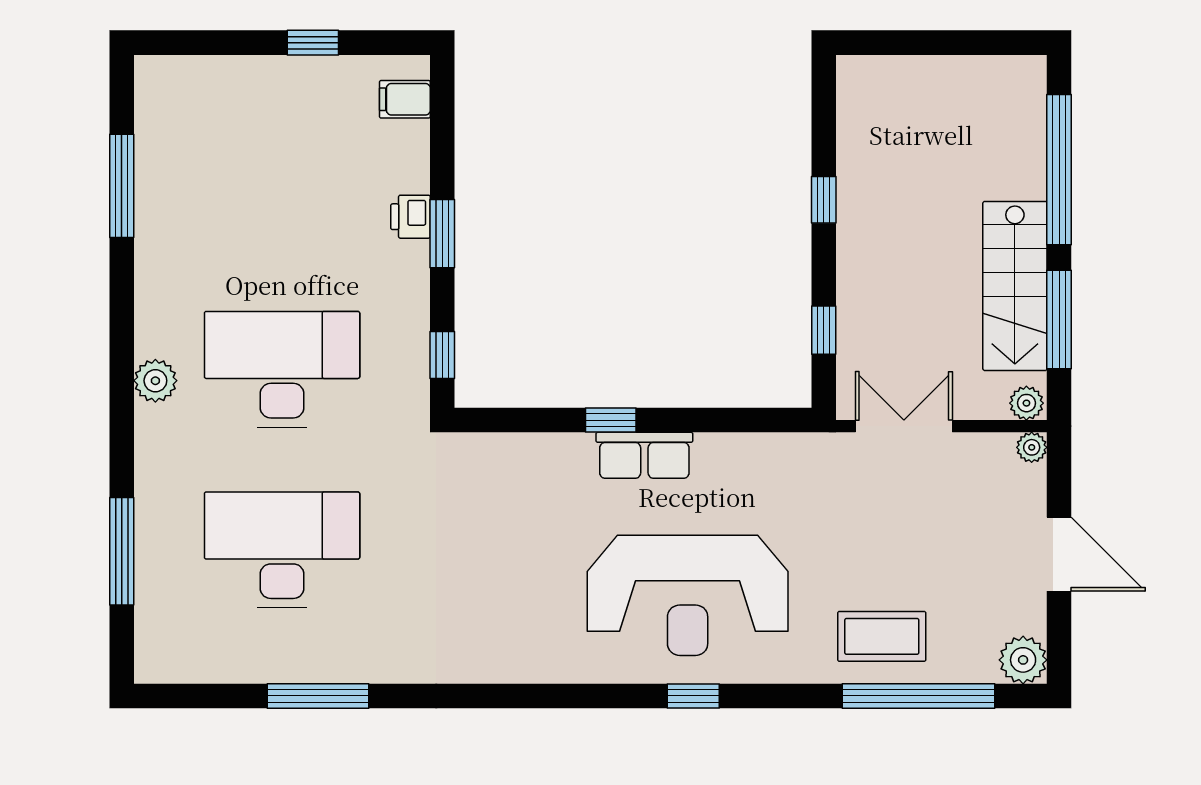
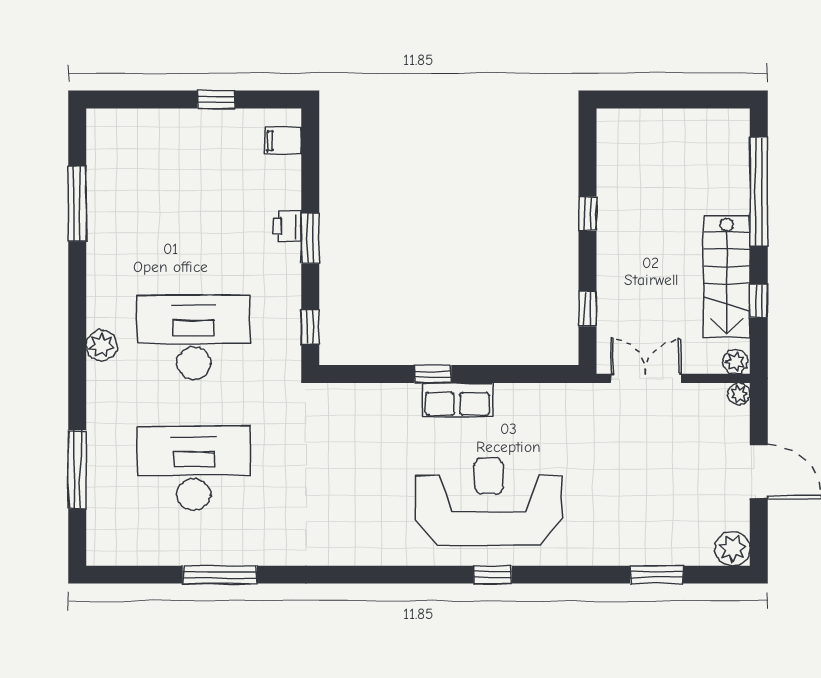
window: (1059, 319) -> (759, 301), width x0.46
reception desk: (688, 595) -> (489, 501), turned 180
coffee table: (882, 636) -> (630, 531), removed
window: (919, 696) -> (657, 575), width x0.47

